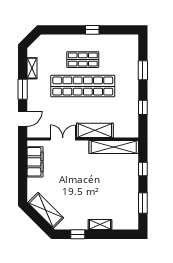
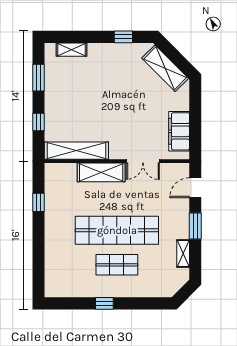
window: (143, 70) -> (39, 251), removed
shelving: (100, 225) -> (72, 50), moved

